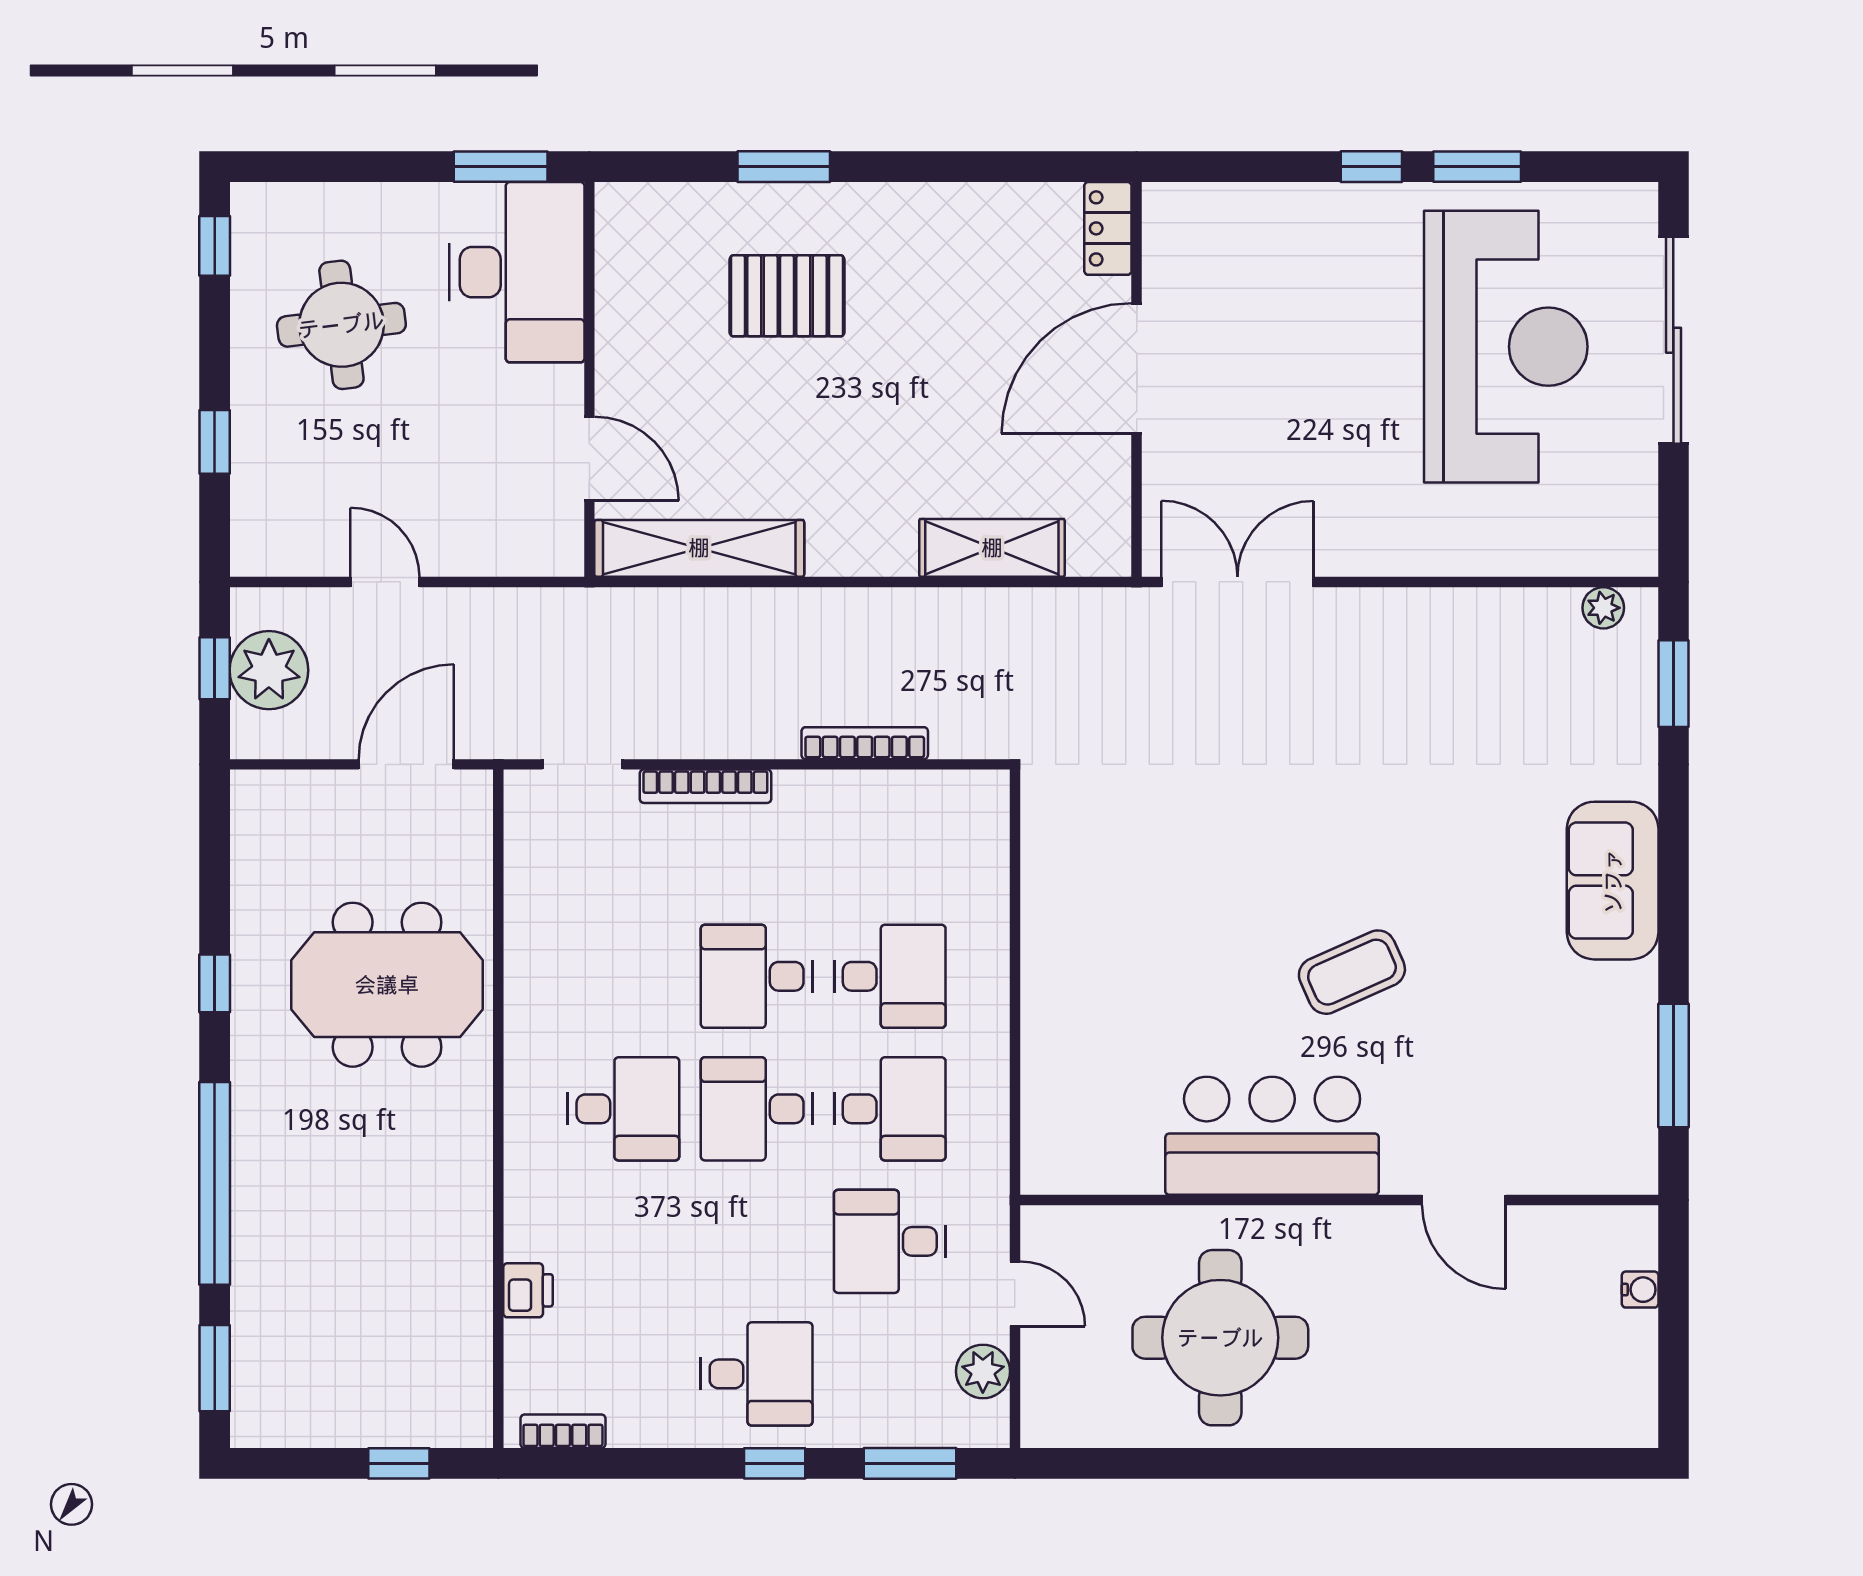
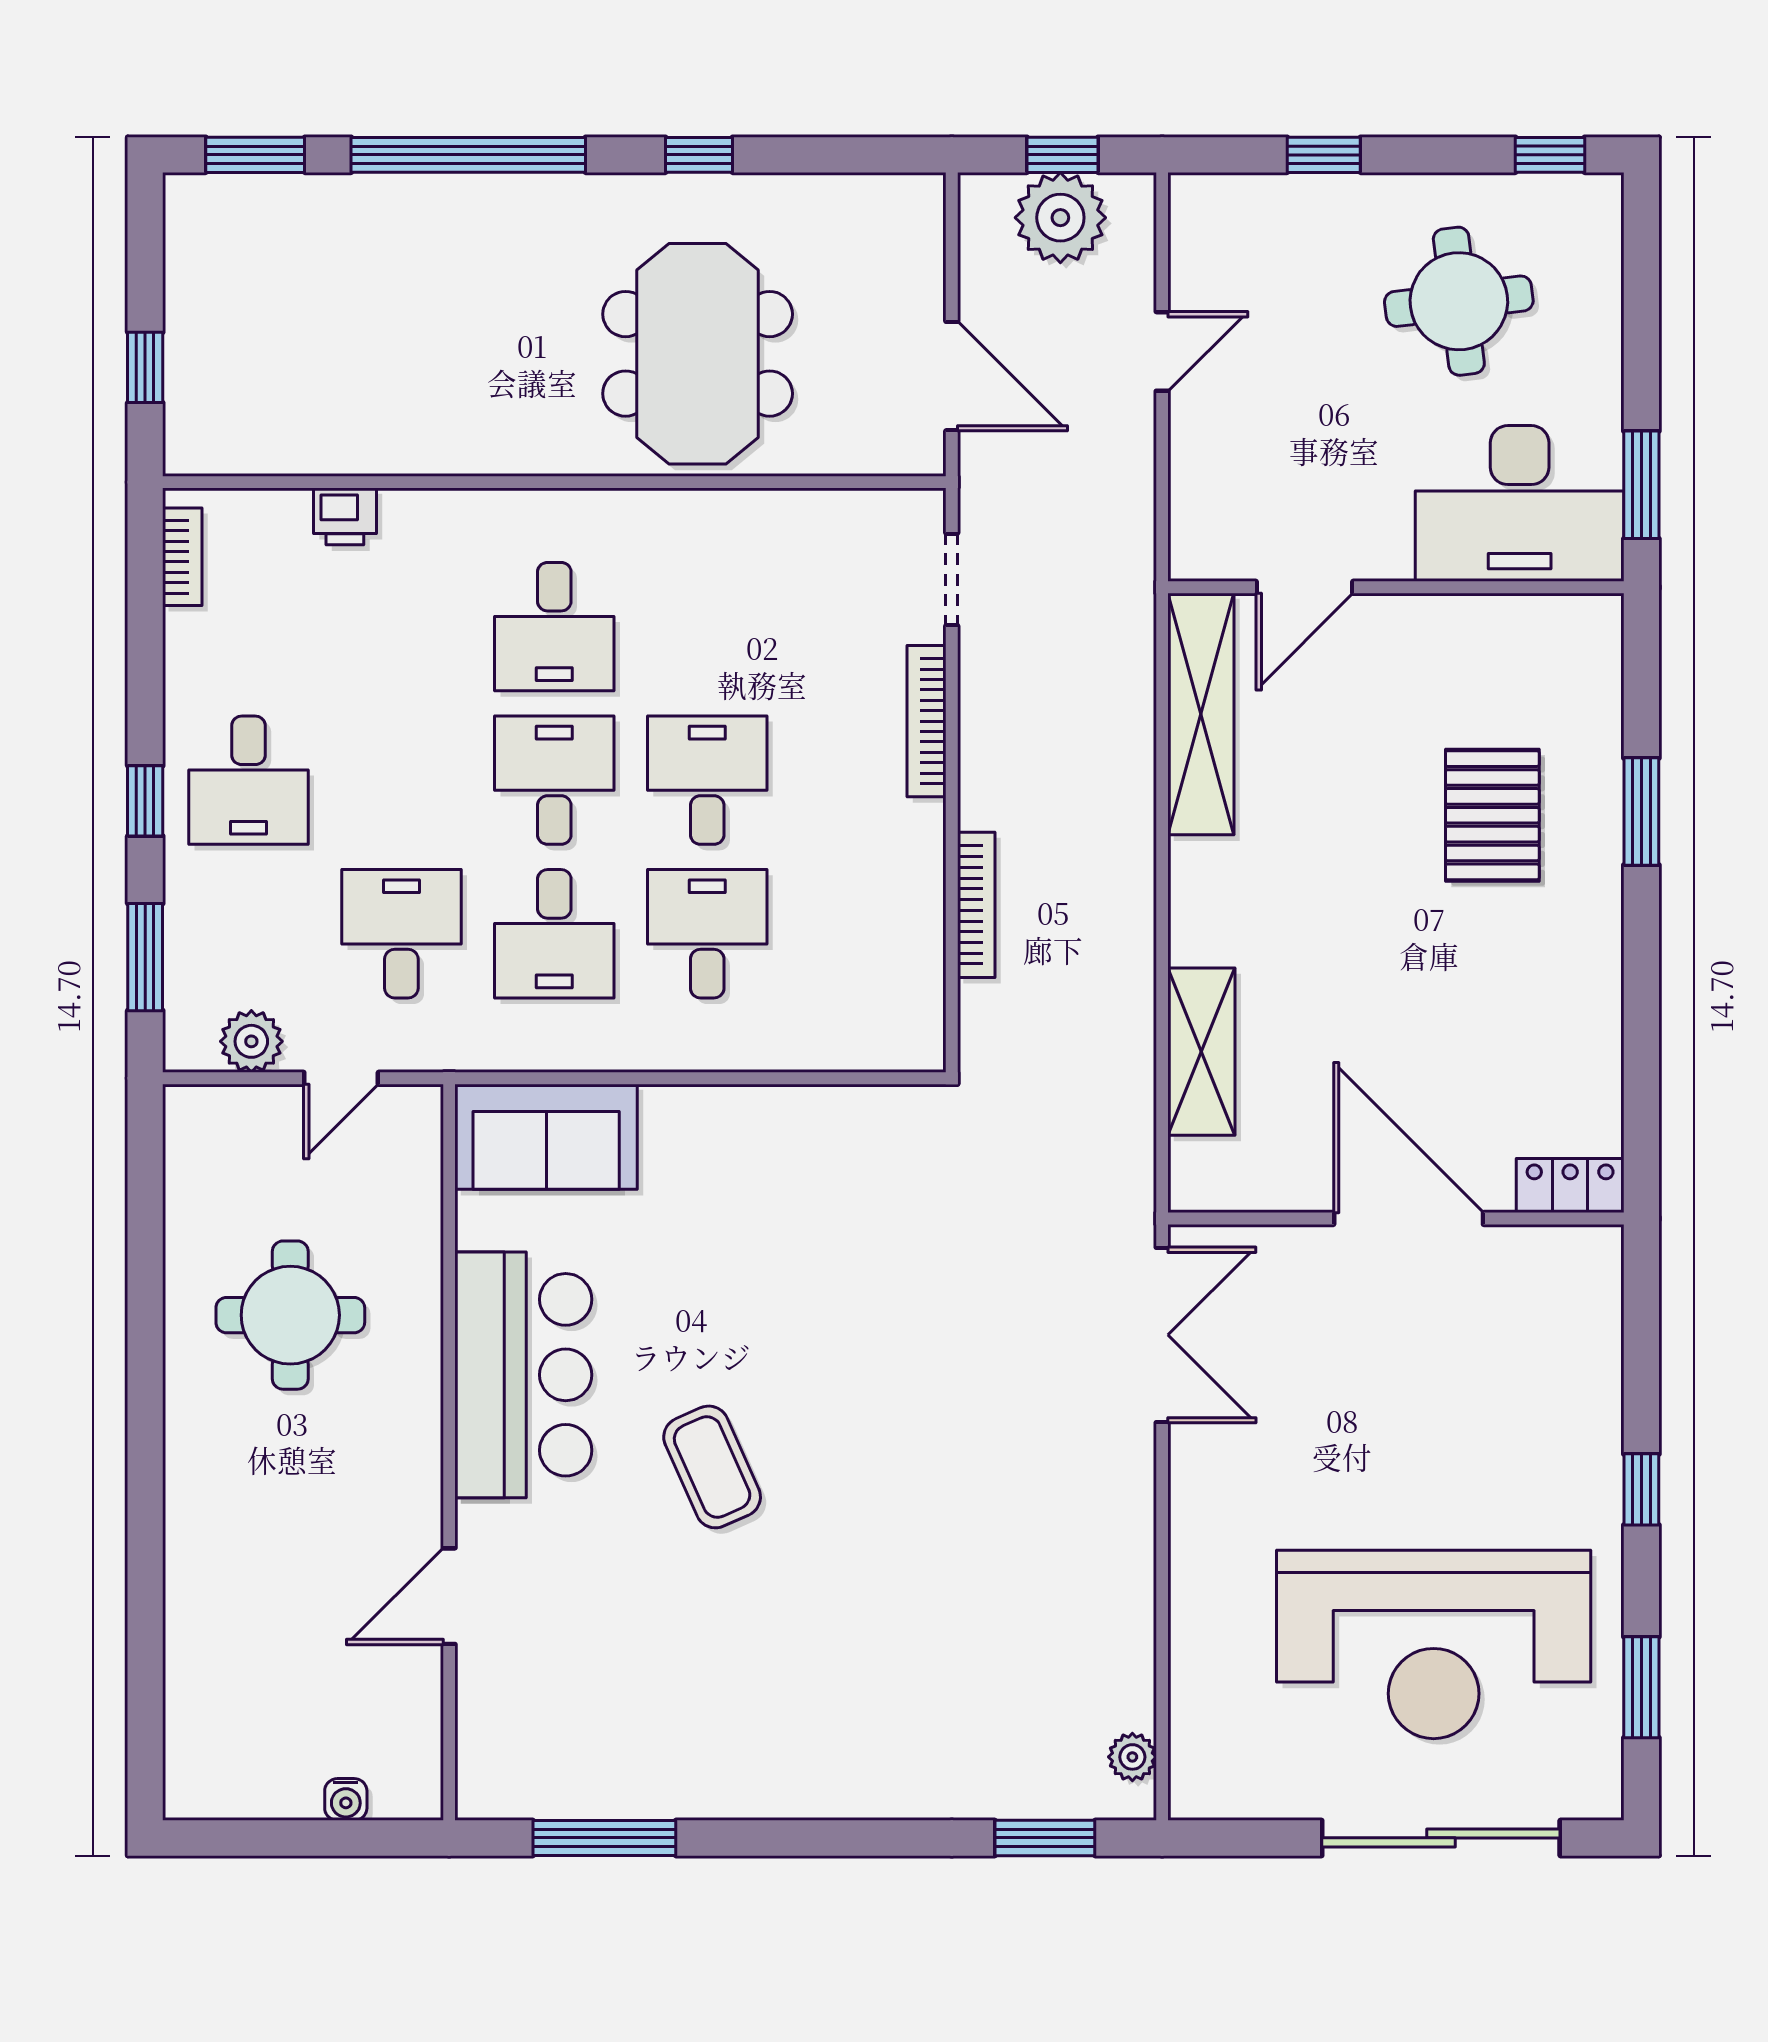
window: (1477, 167) -> (1641, 1687), moved
sofa: (1613, 881) -> (546, 1137), moved, turned 180
desk: (890, 976) -> (707, 934), turned 180
round table: (1220, 1338) -> (290, 1315), width x0.73, depth x0.73

